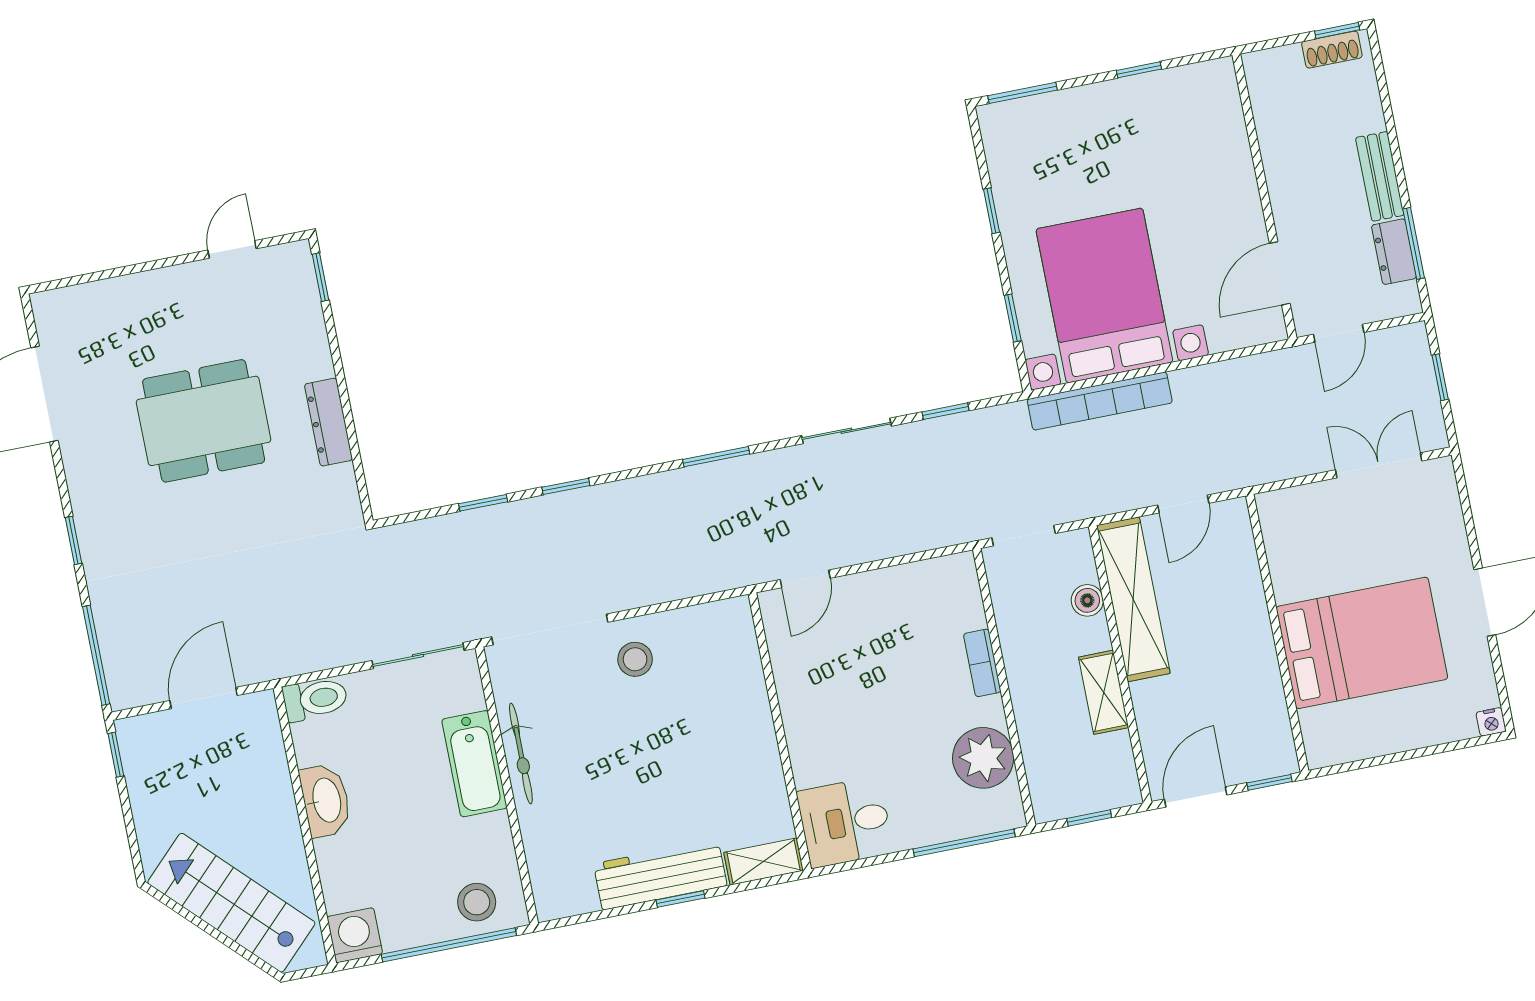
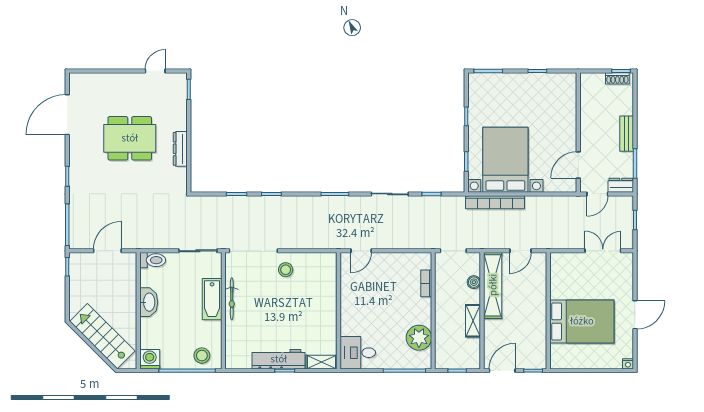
dresser: (1394, 252) -> (621, 185), moved, turned 90
bookcase: (982, 663) -> (426, 283), moved

